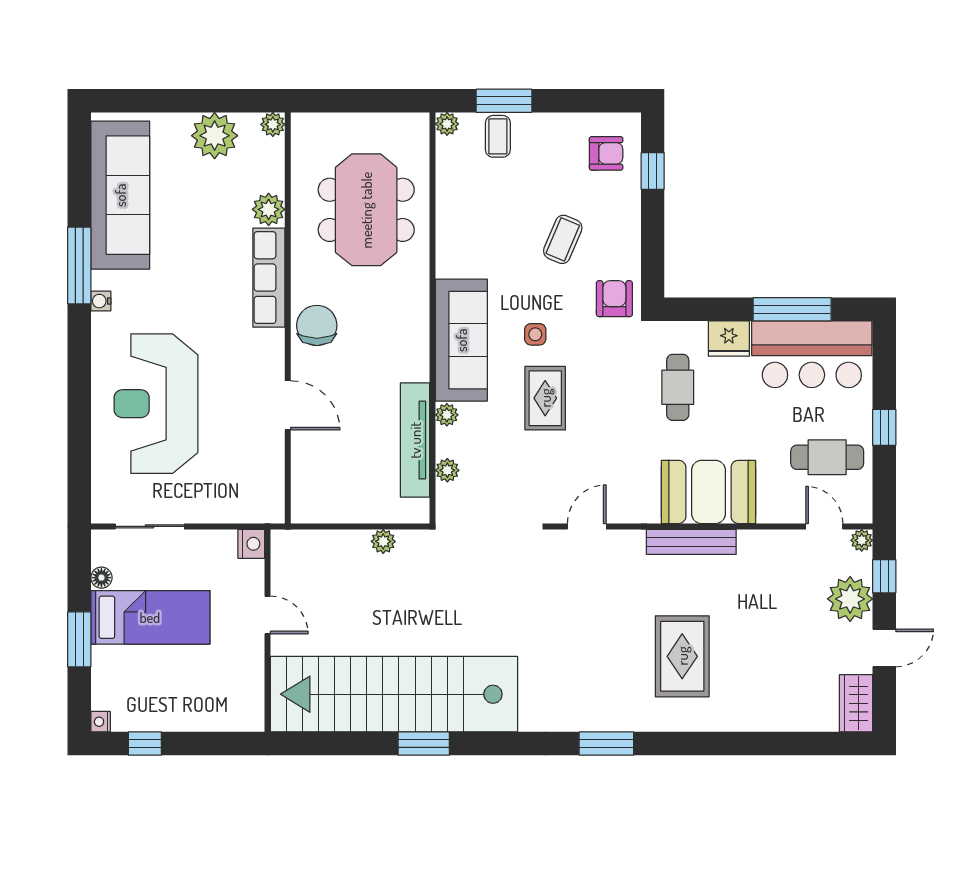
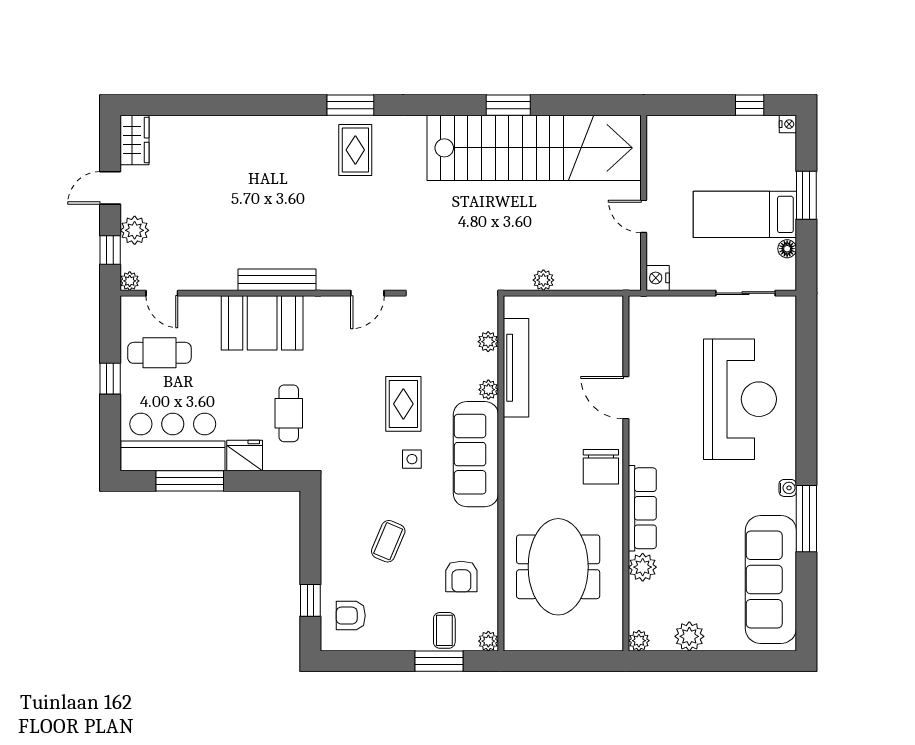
plant: (215, 136) -> (689, 636), width x0.73, depth x0.73
armchair: (614, 299) -> (461, 576), moved
plant: (850, 599) -> (135, 230), width x0.73, depth x0.73
rug: (682, 656) -> (355, 150), moved, width x0.73, depth x0.70

